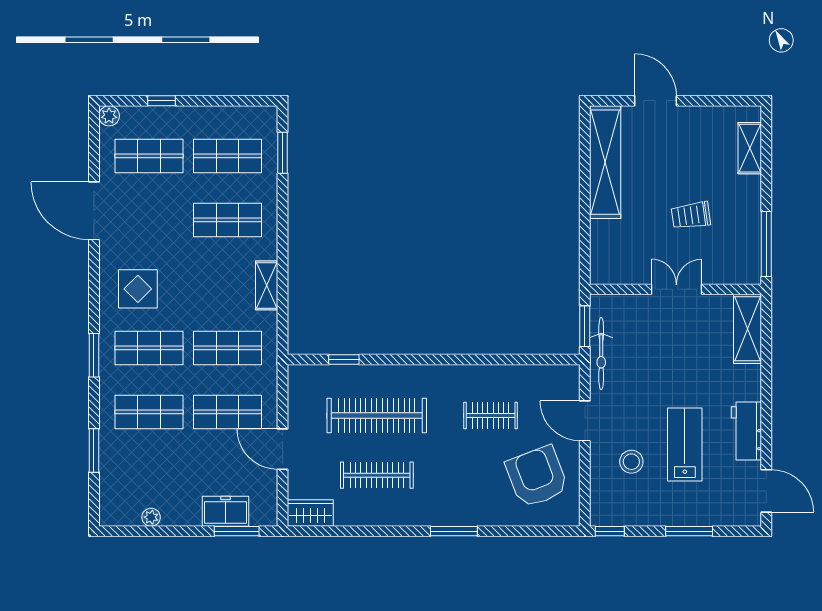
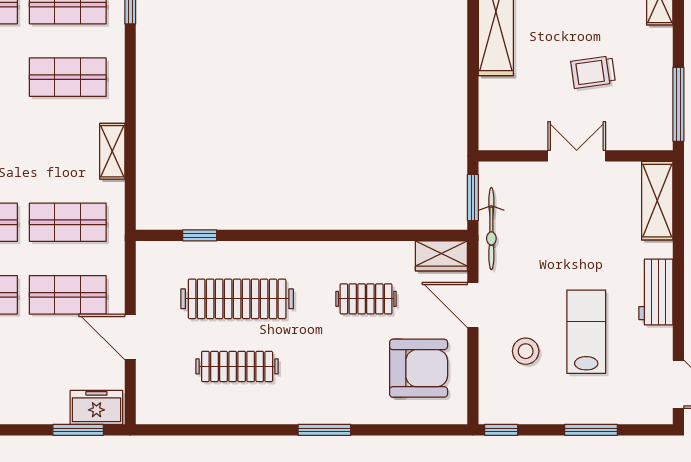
workbench: (746, 431) -> (656, 292), moved
armchair: (537, 477) -> (419, 368), turned 111
freezer: (225, 511) -> (96, 407), moved
wardrobe: (310, 513) -> (441, 256), moved, turned 180

